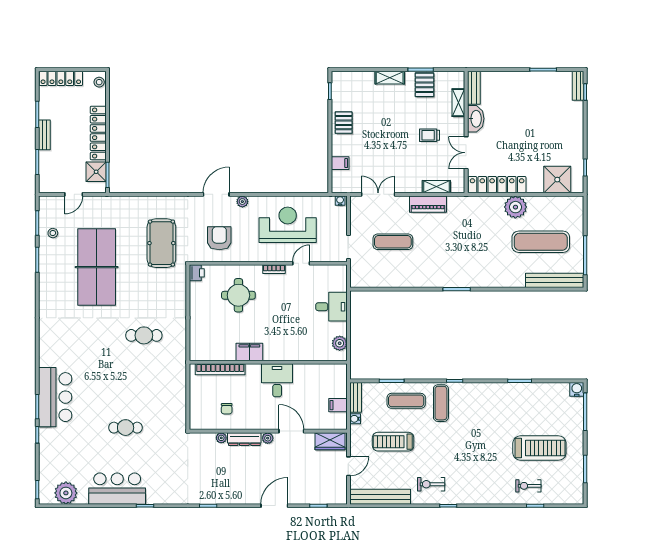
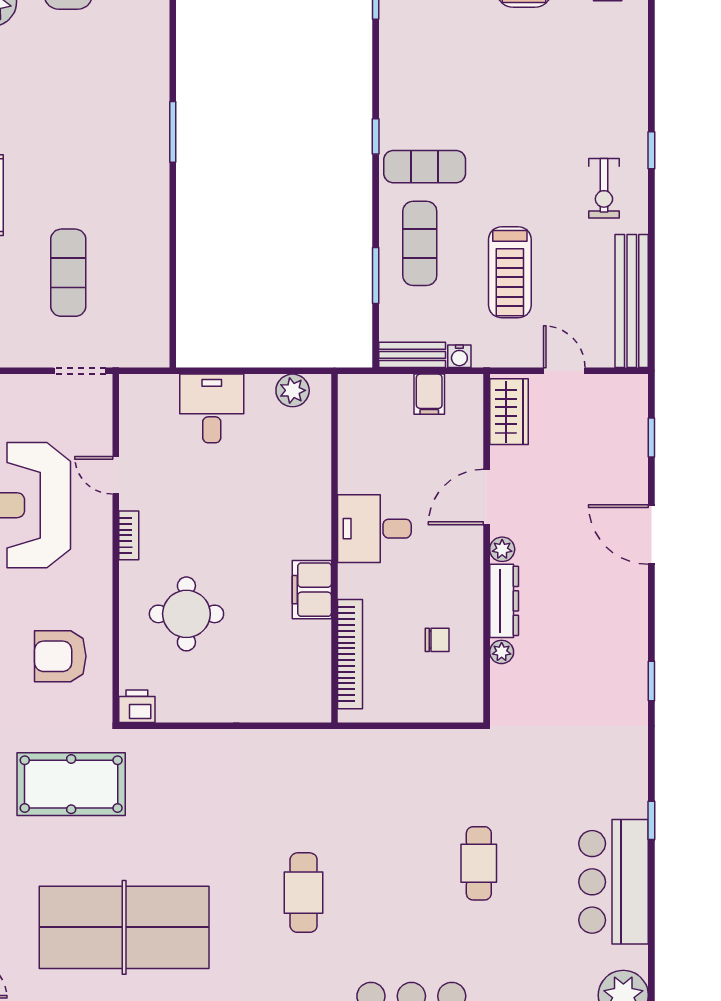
cafe table: (144, 335) -> (304, 893), moved

